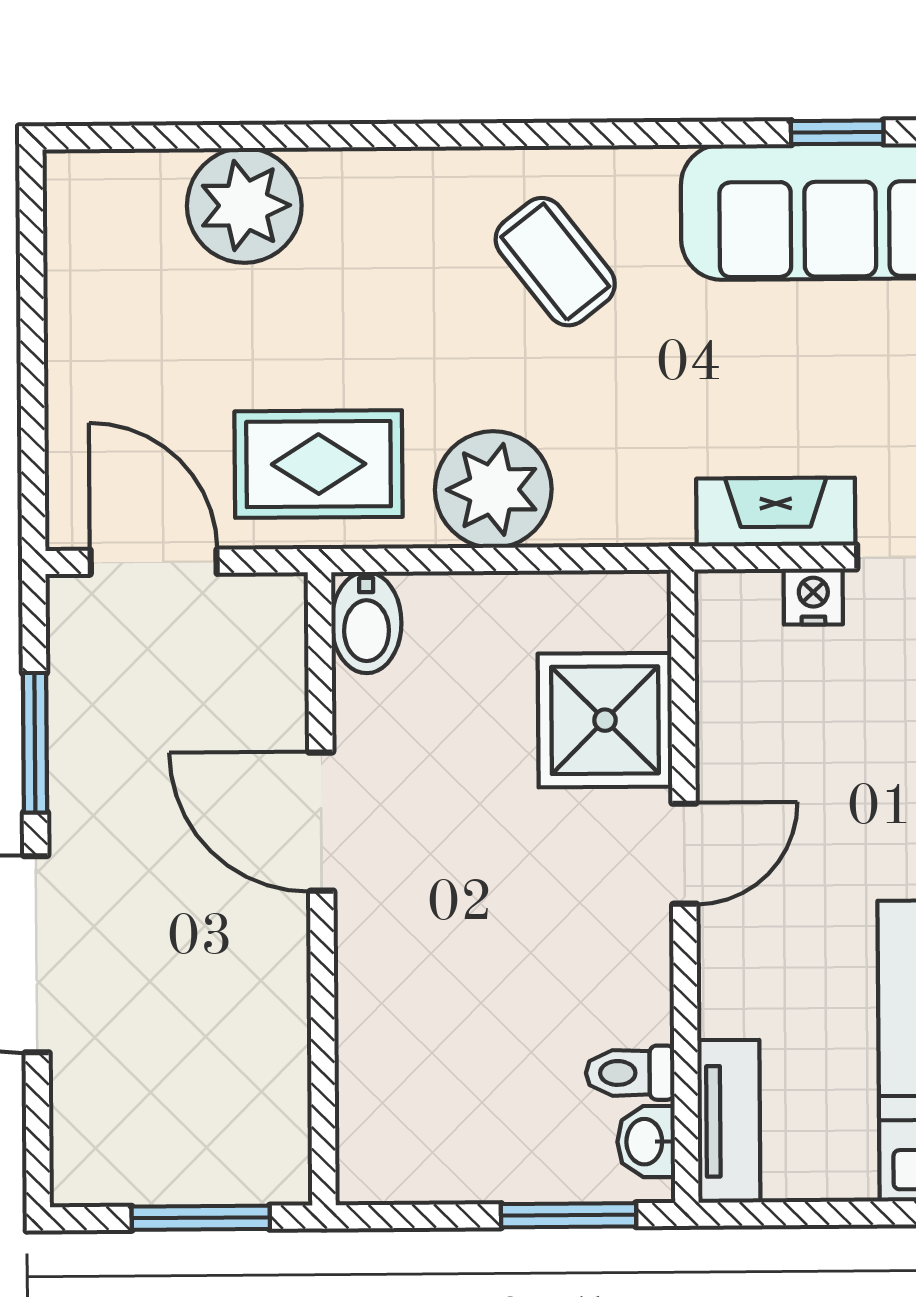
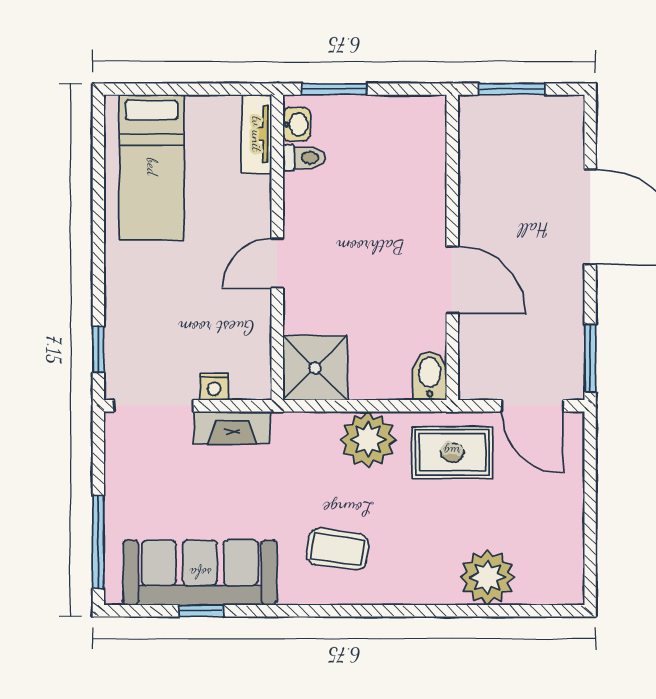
coffee table: (555, 262) -> (337, 549), turned -44
shower: (605, 720) -> (315, 368), moved
window: (35, 743) -> (590, 358), moved

